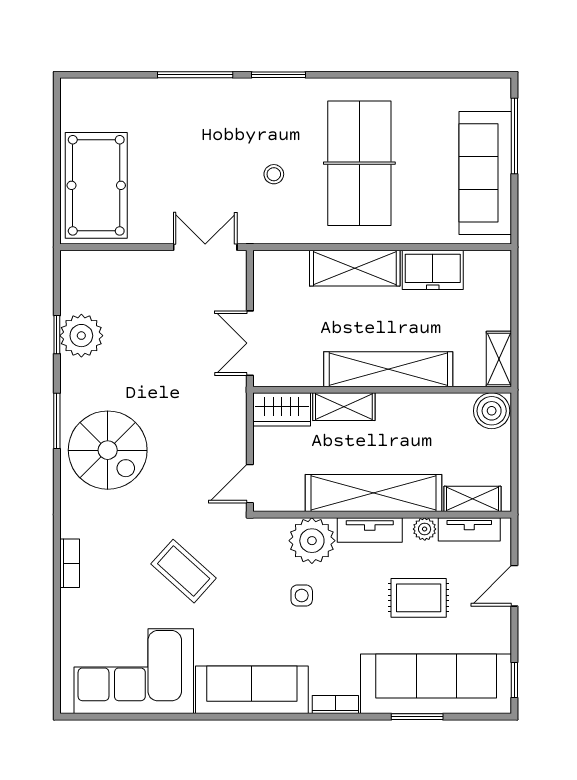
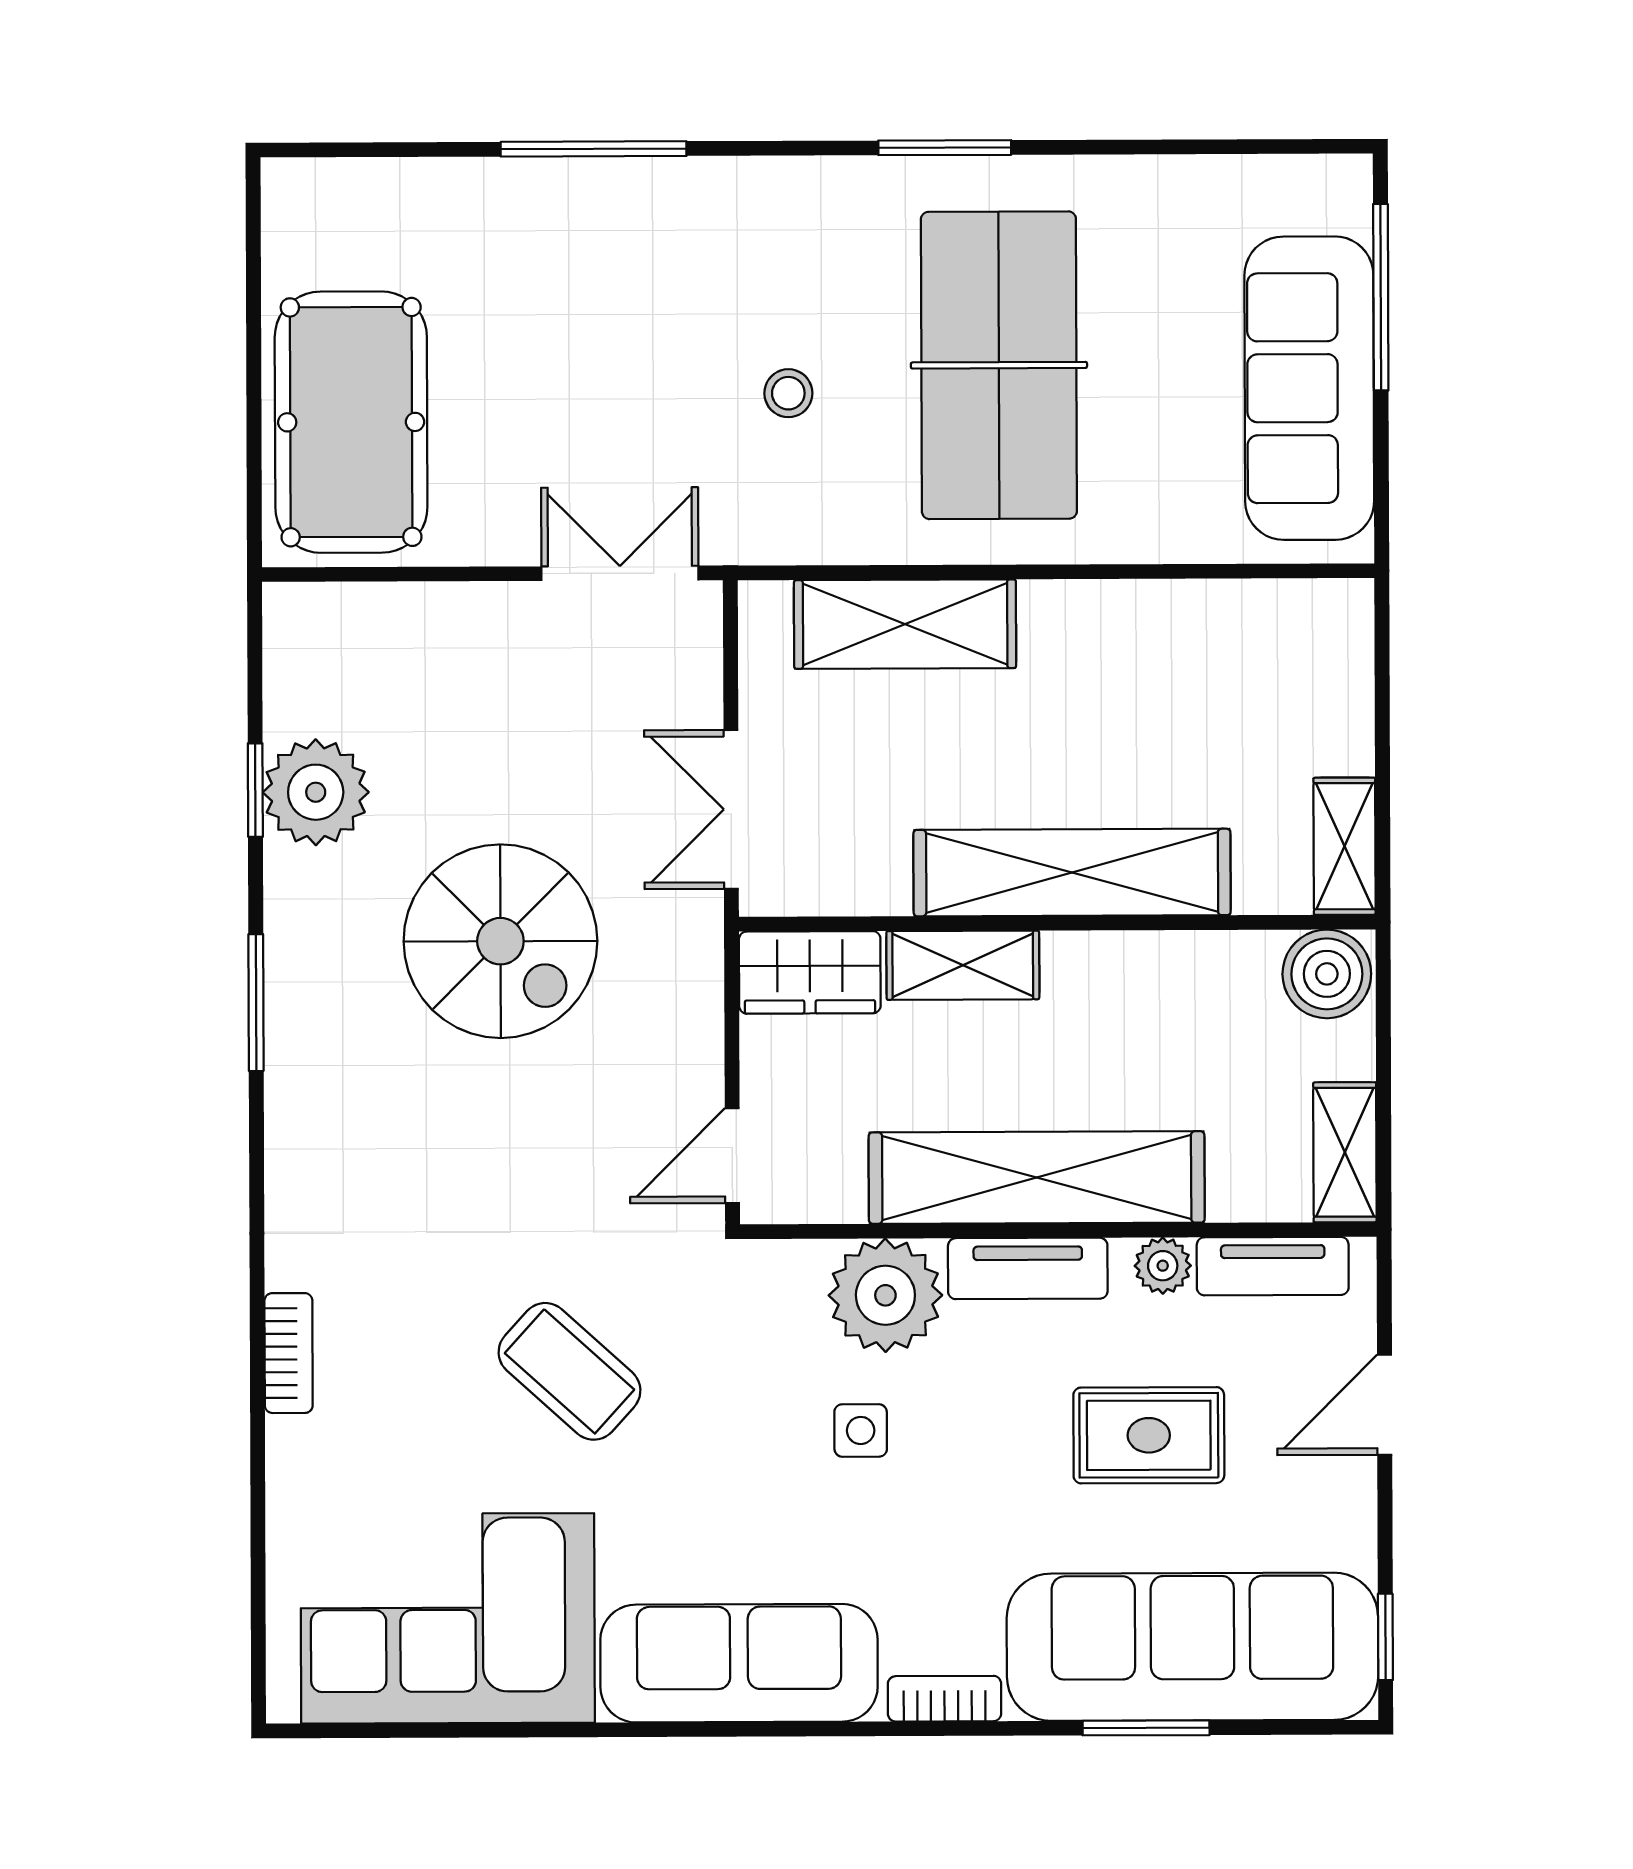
window: (279, 75) -> (945, 148), moved
shelving: (355, 268) -> (905, 624), moved
freezer: (433, 270) -> (1181, 627), removed
spiral stairs: (108, 450) -> (500, 941), moved
shelving: (472, 499) -> (1345, 1152), moved, turned 90

